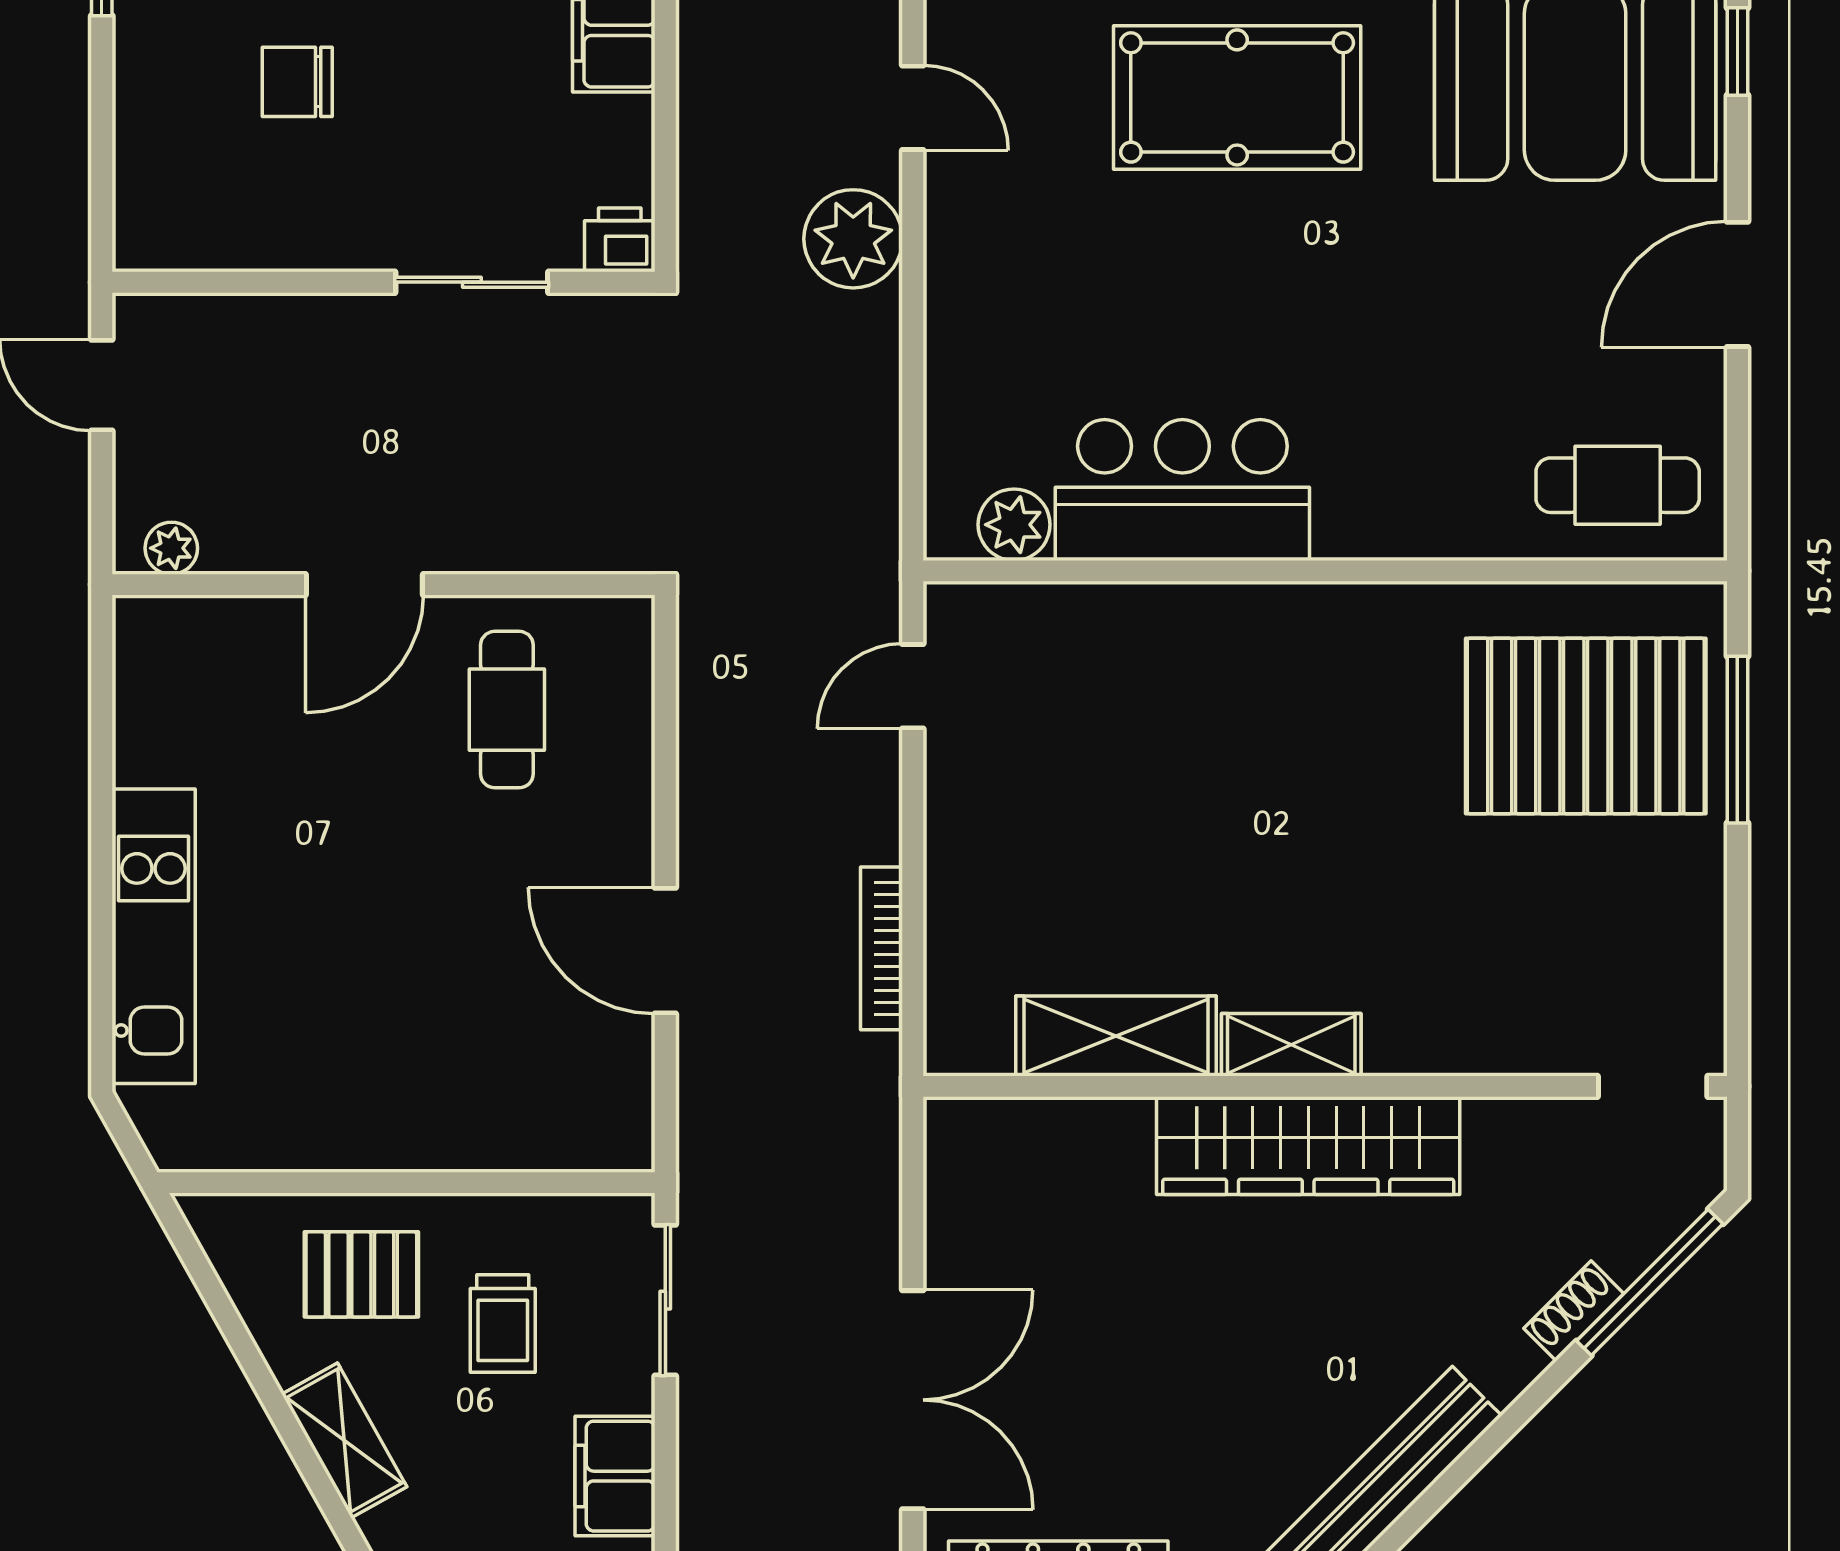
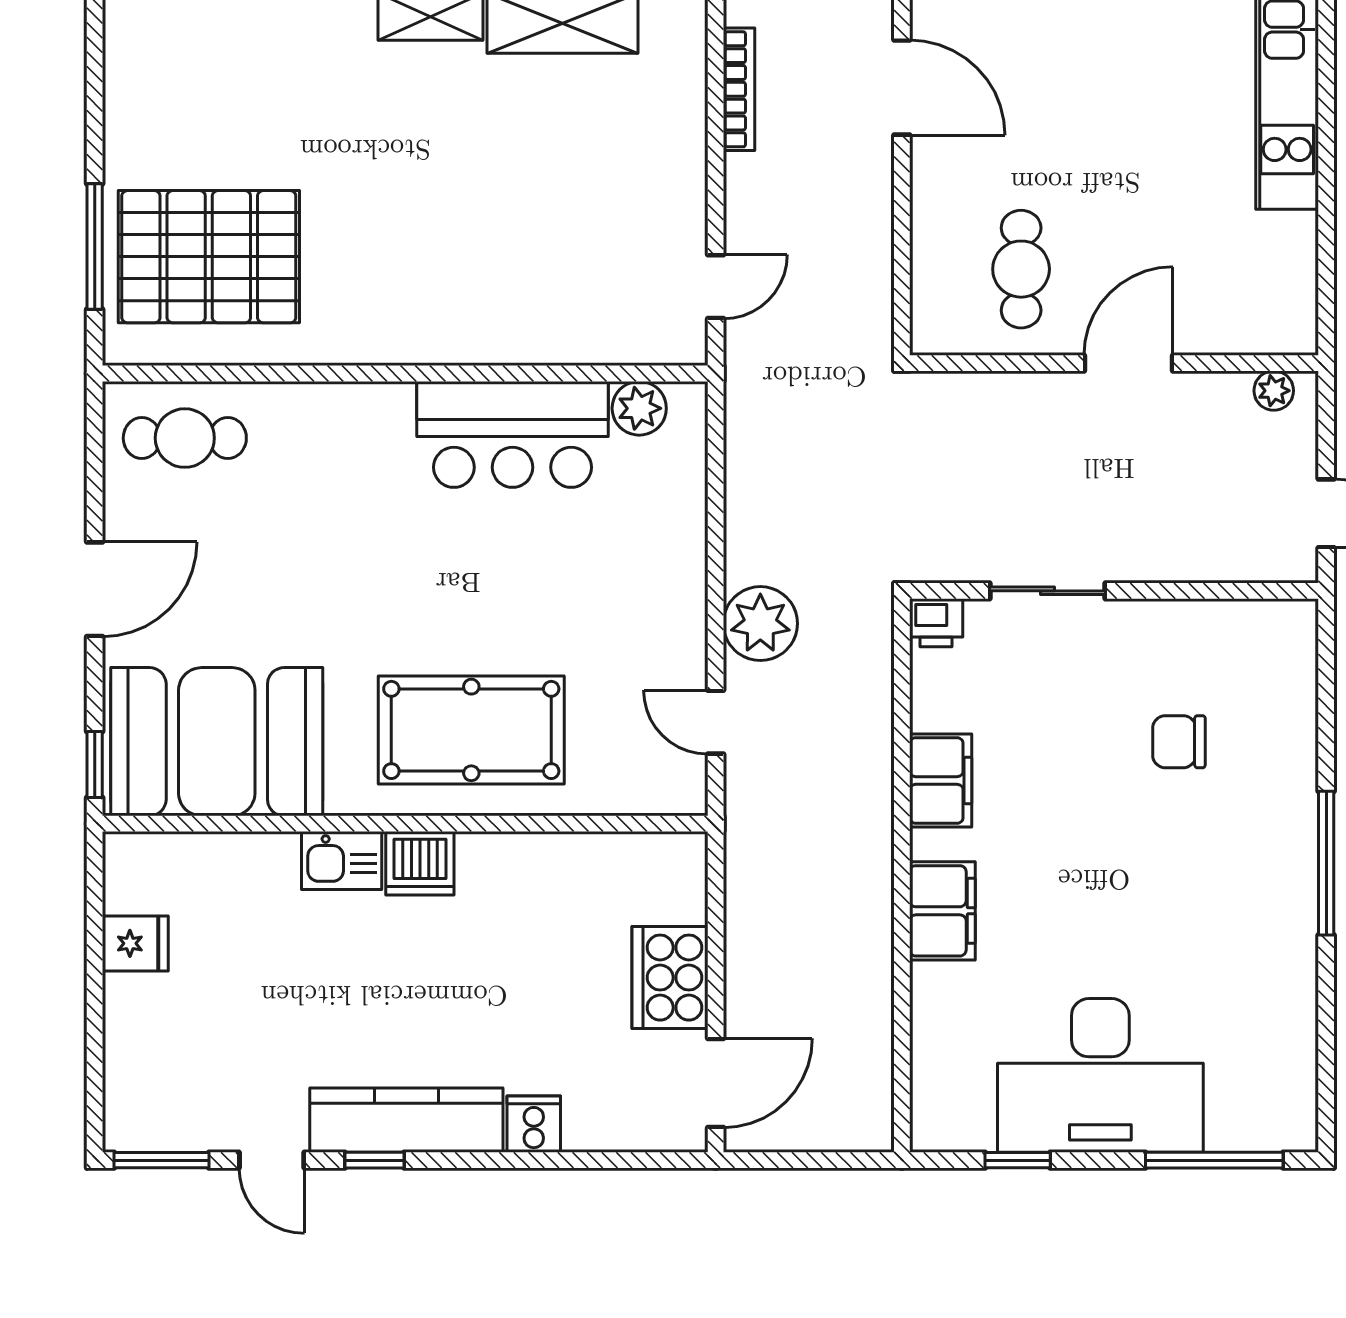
chair: (297, 82) -> (1179, 742), turned 180

